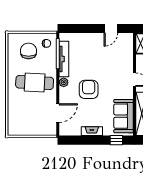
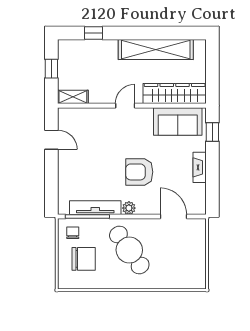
chair: (28, 51) -> (84, 259), turned 180
cafe table: (35, 83) -> (129, 250), turned -38

